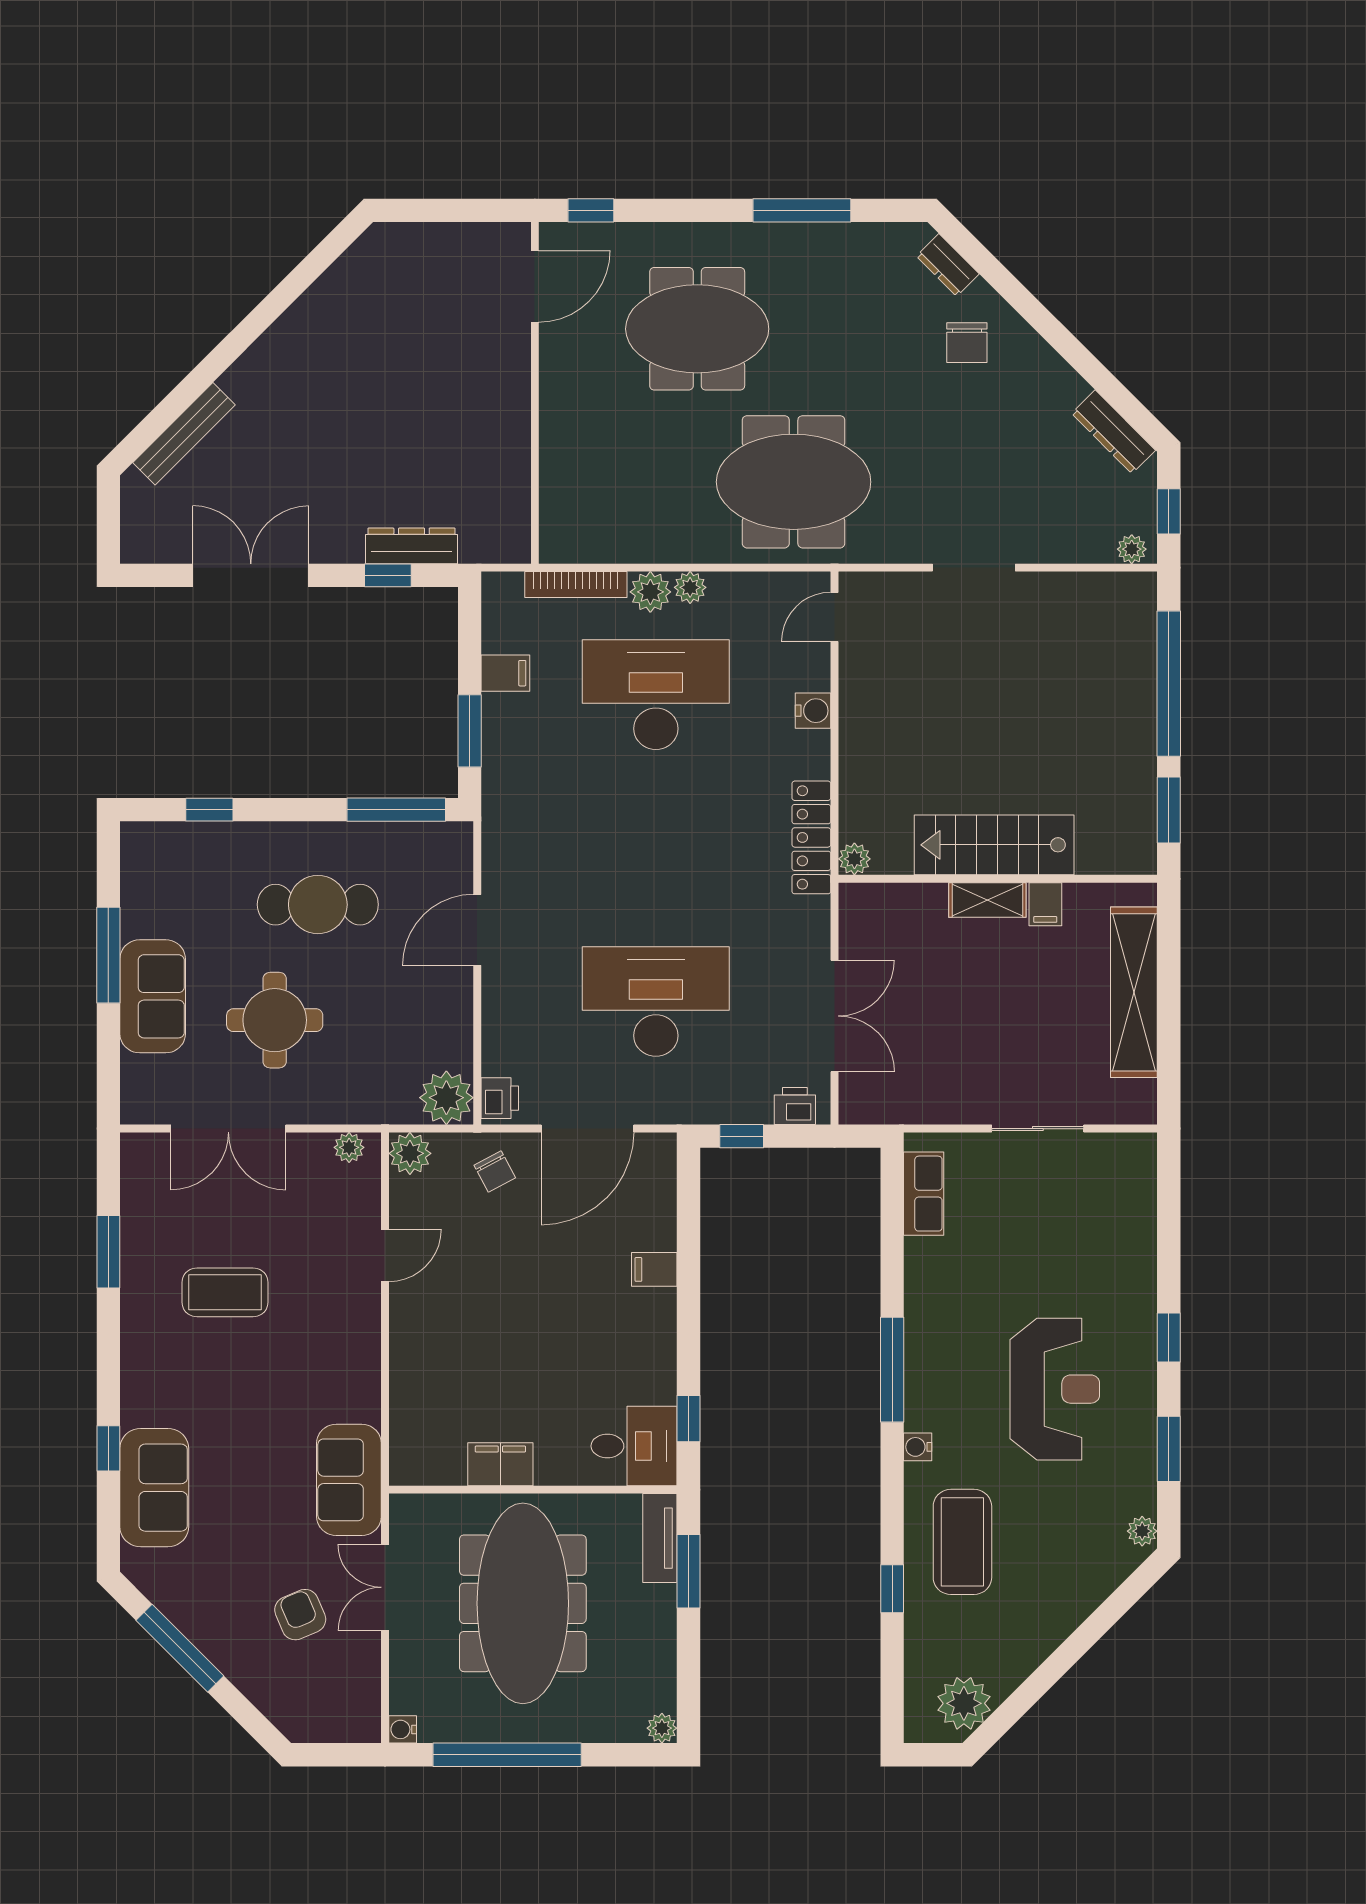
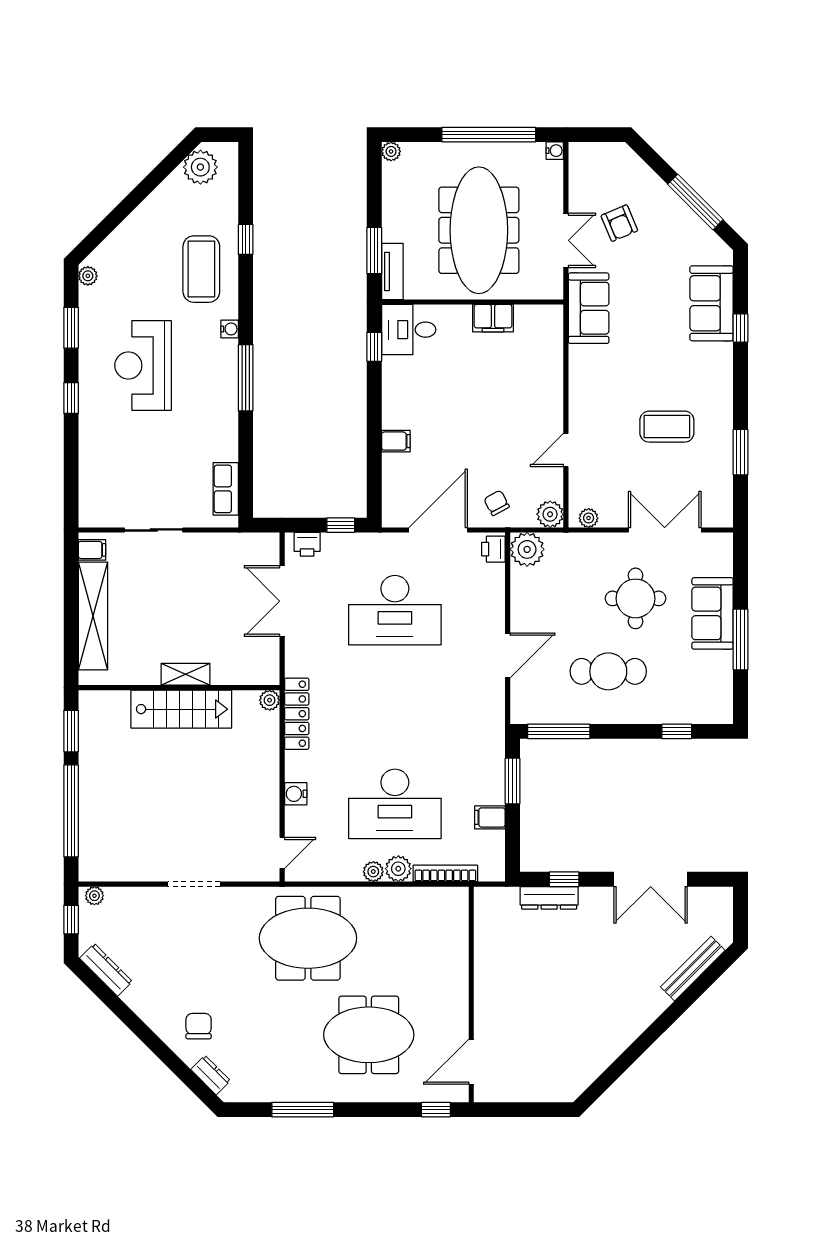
filing cabinet: (1045, 904) -> (92, 550), moved, turned 90

